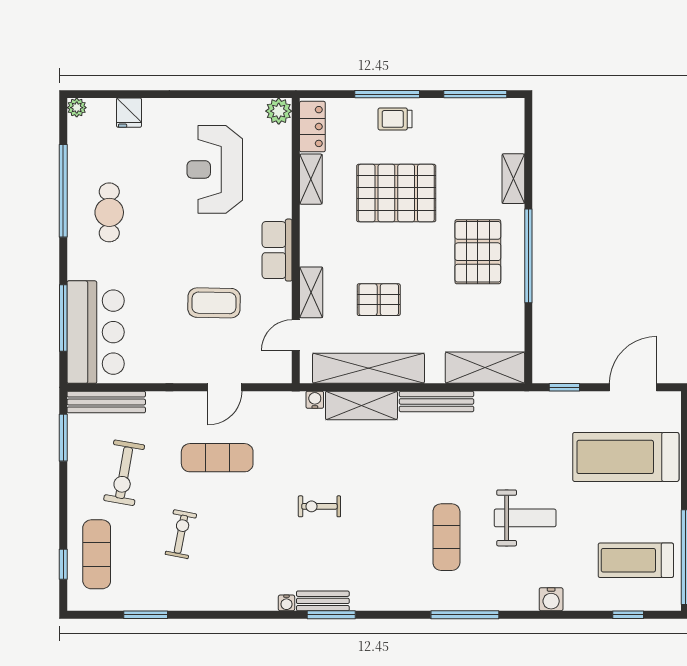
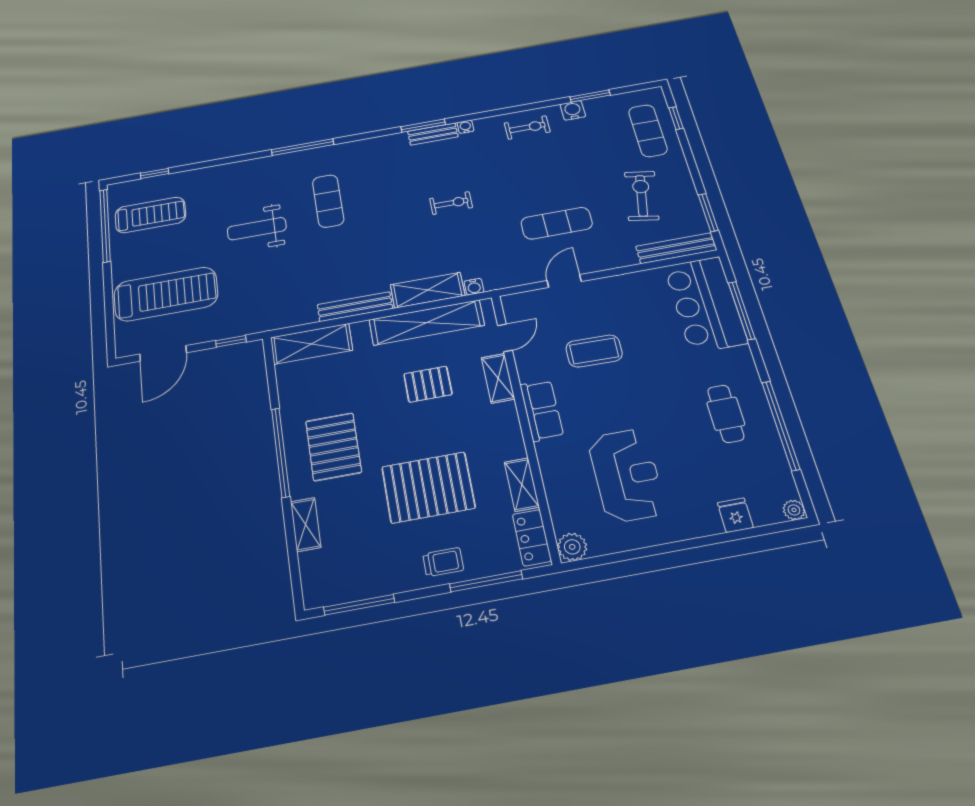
window: (387, 94) -> (486, 581), moved
exercise bike: (181, 534) -> (527, 127), moved, turned -101
water cooler: (551, 599) -> (573, 110), moved

